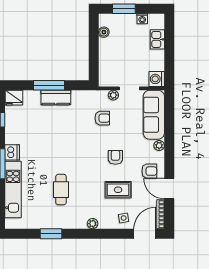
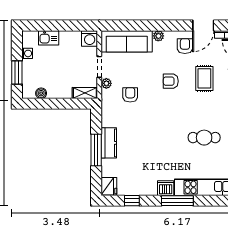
shelving: (104, 74) -> (85, 93), added

